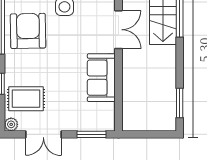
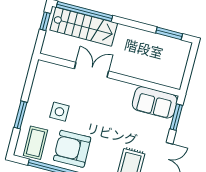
sofa: (101, 78) -> (155, 102), moved

